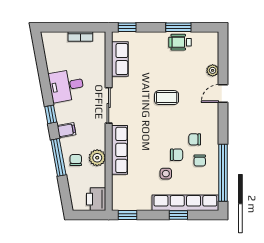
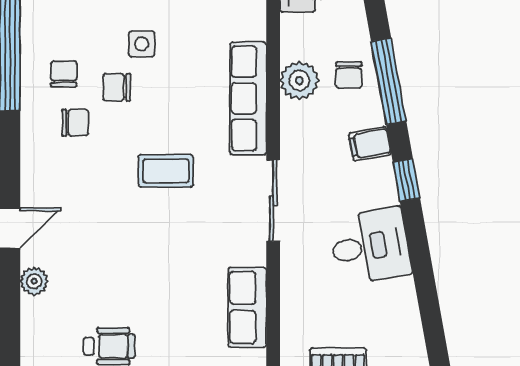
coffee table: (167, 98) -> (166, 171), moved

